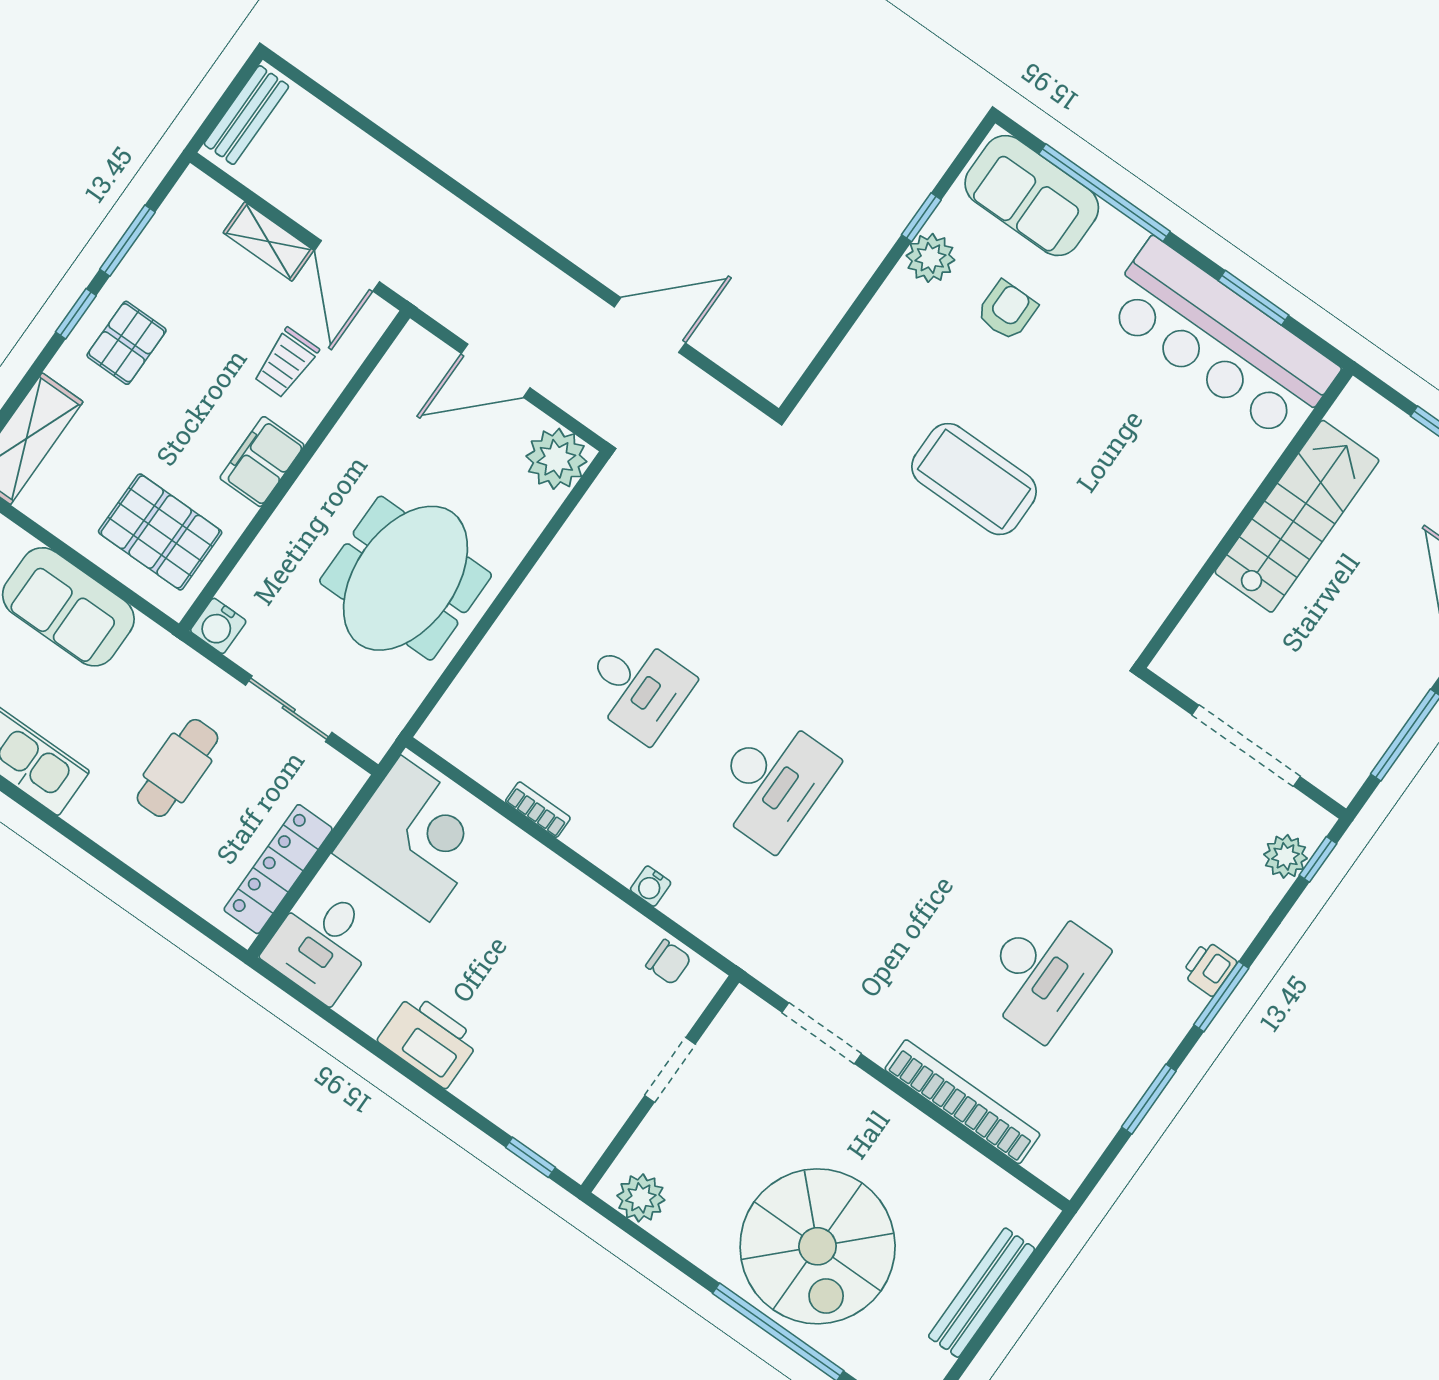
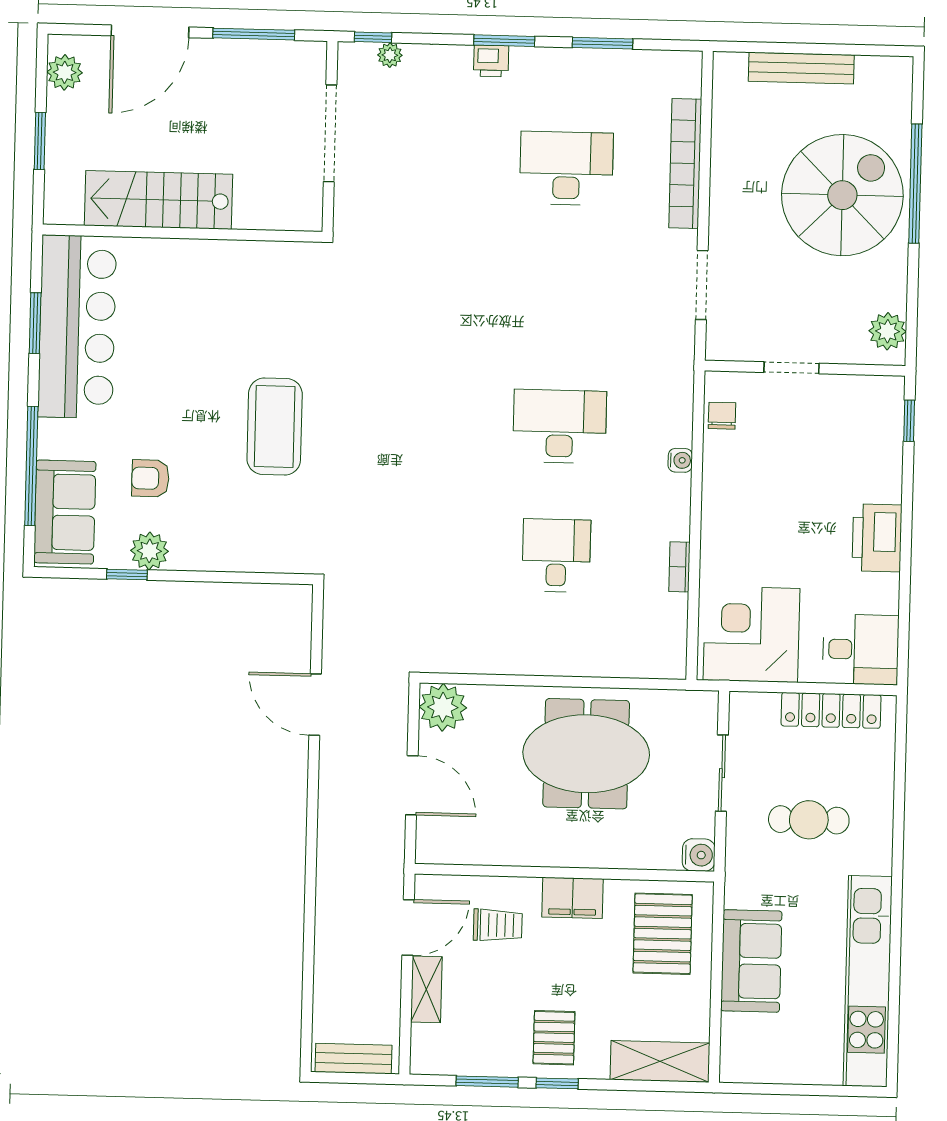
pallet: (127, 343) -> (554, 1038), turned 90
plant: (1286, 856) -> (390, 55), width x0.73, depth x0.73

